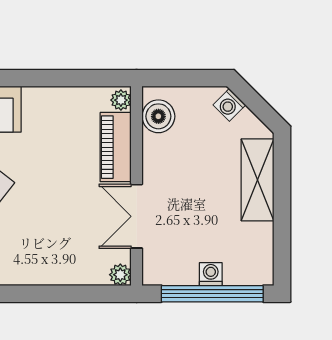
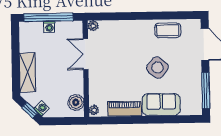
window: (254, 102) -> (30, 110), added
piano: (116, 147) -> (124, 109), moved, turned -90
double door: (137, 216) -> (86, 54), swing flipped

